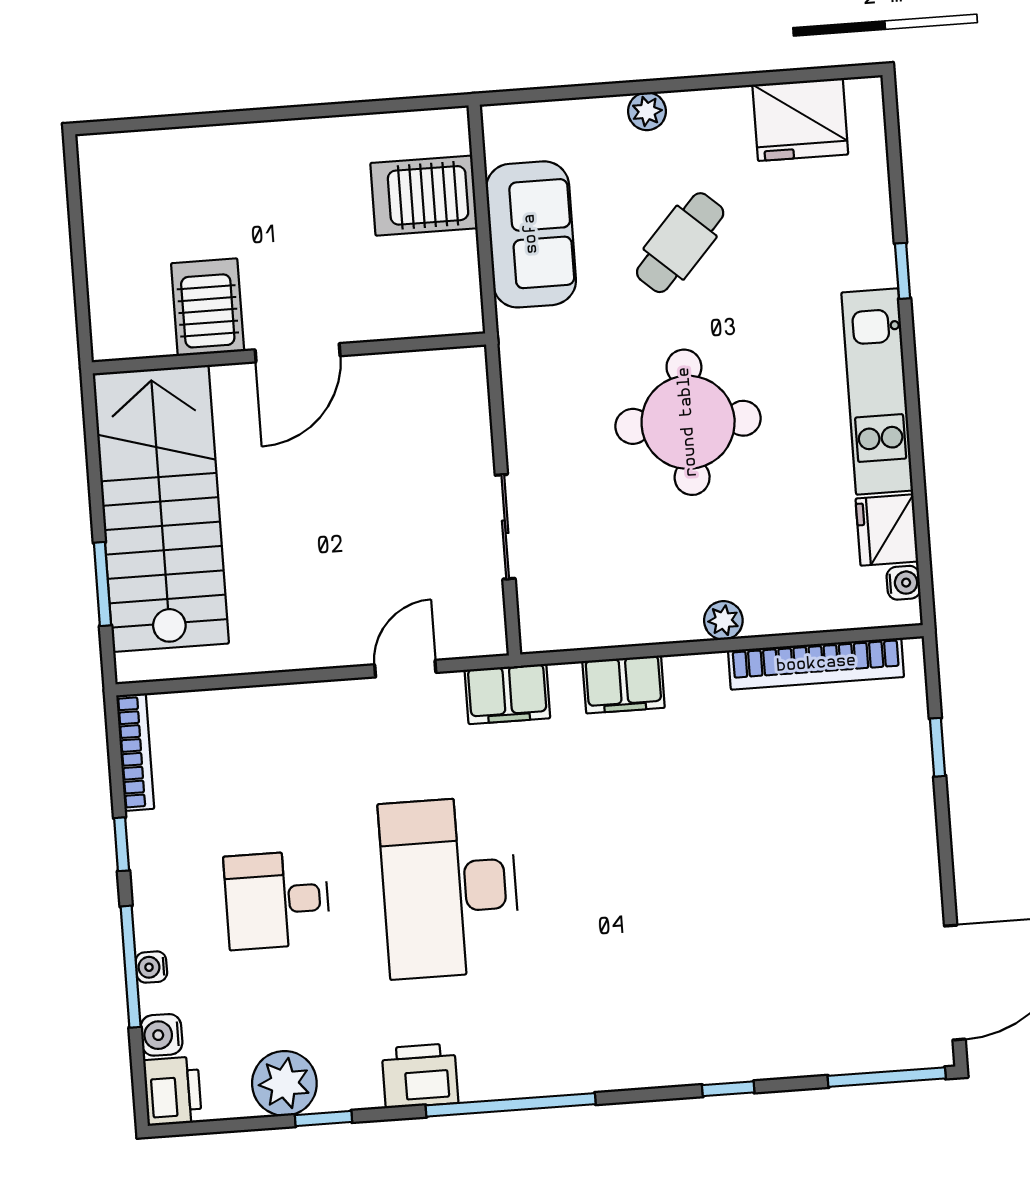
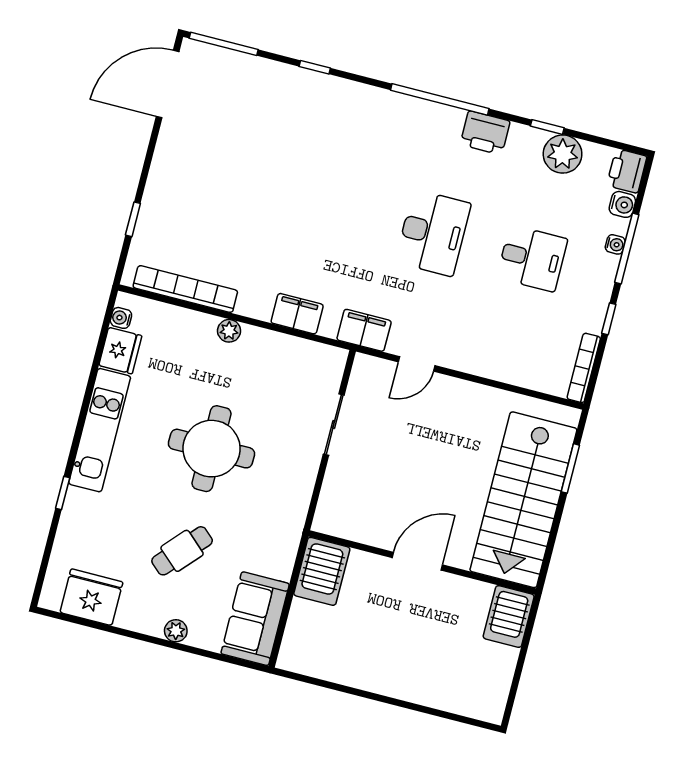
server rack: (424, 196) -> (322, 571), moved, turned 90
sofa: (531, 234) -> (255, 619), moved
server rack: (208, 307) -> (509, 616), moved
desk: (450, 887) -> (433, 233), width x0.73, depth x0.77

